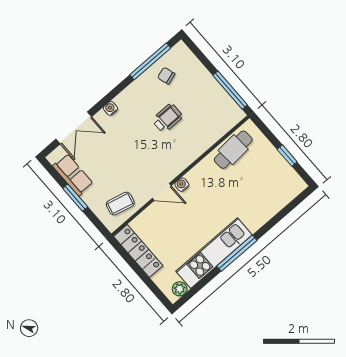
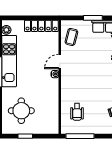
wheelchair: (167, 118) -> (77, 112), moved
cafe table: (233, 150) -> (50, 113), removed
round table: (261, 187) -> (21, 111), added

